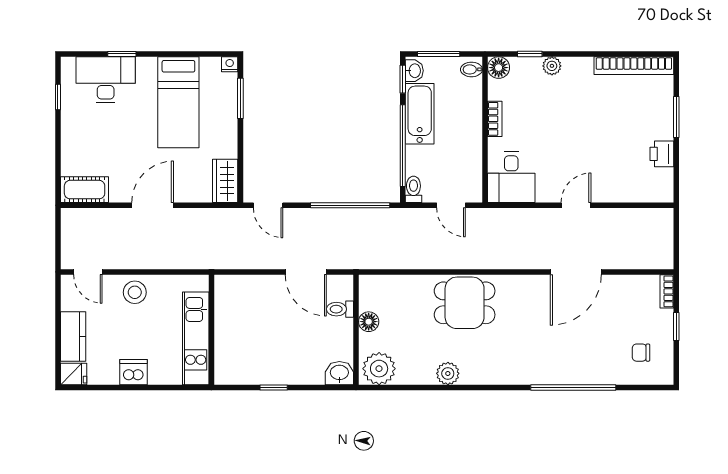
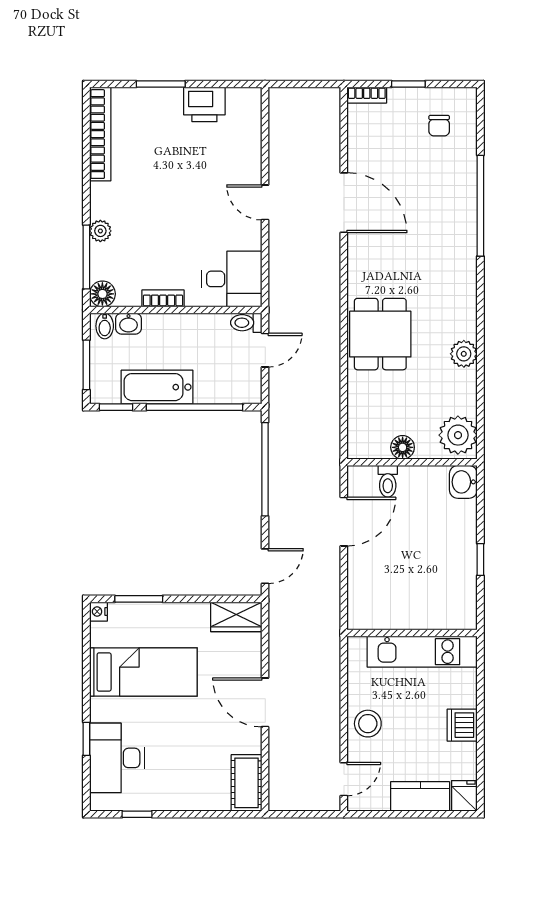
window: (530, 54) -> (86, 257), width x2.17
washbasin: (414, 71) -> (128, 324), moved, turned 180
printer: (662, 154) -> (204, 104), width x1.36, depth x1.24
toilet: (413, 189) -> (246, 323), moved

